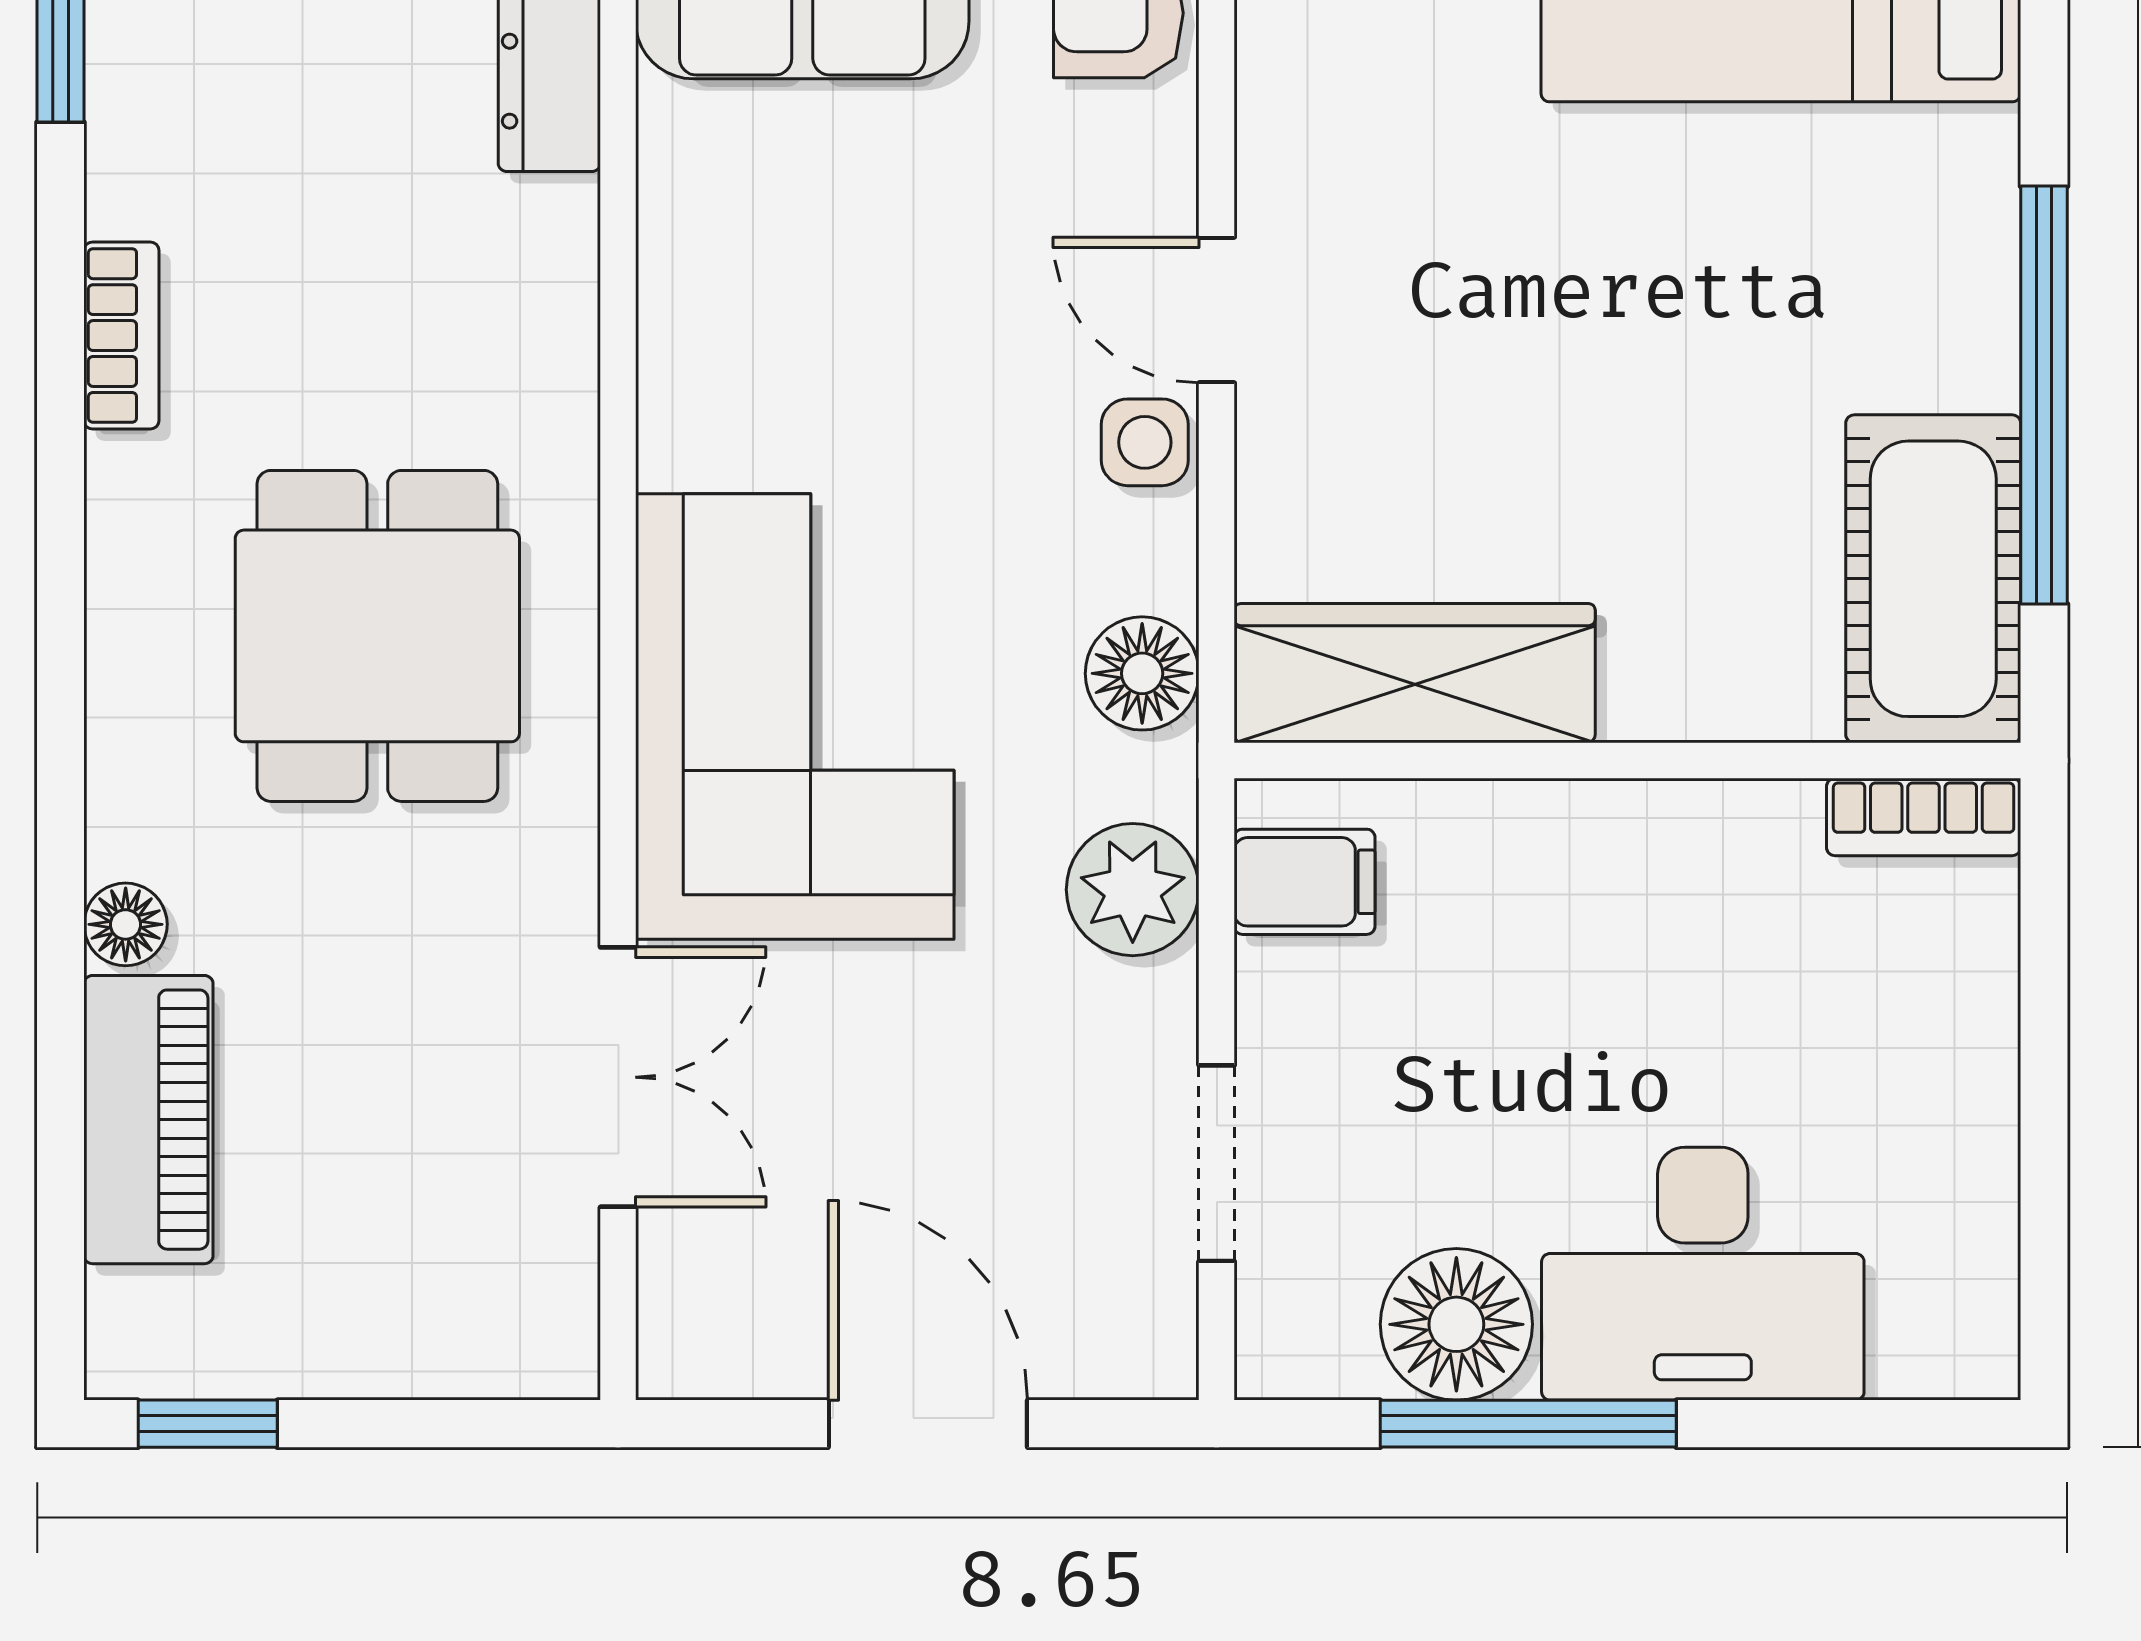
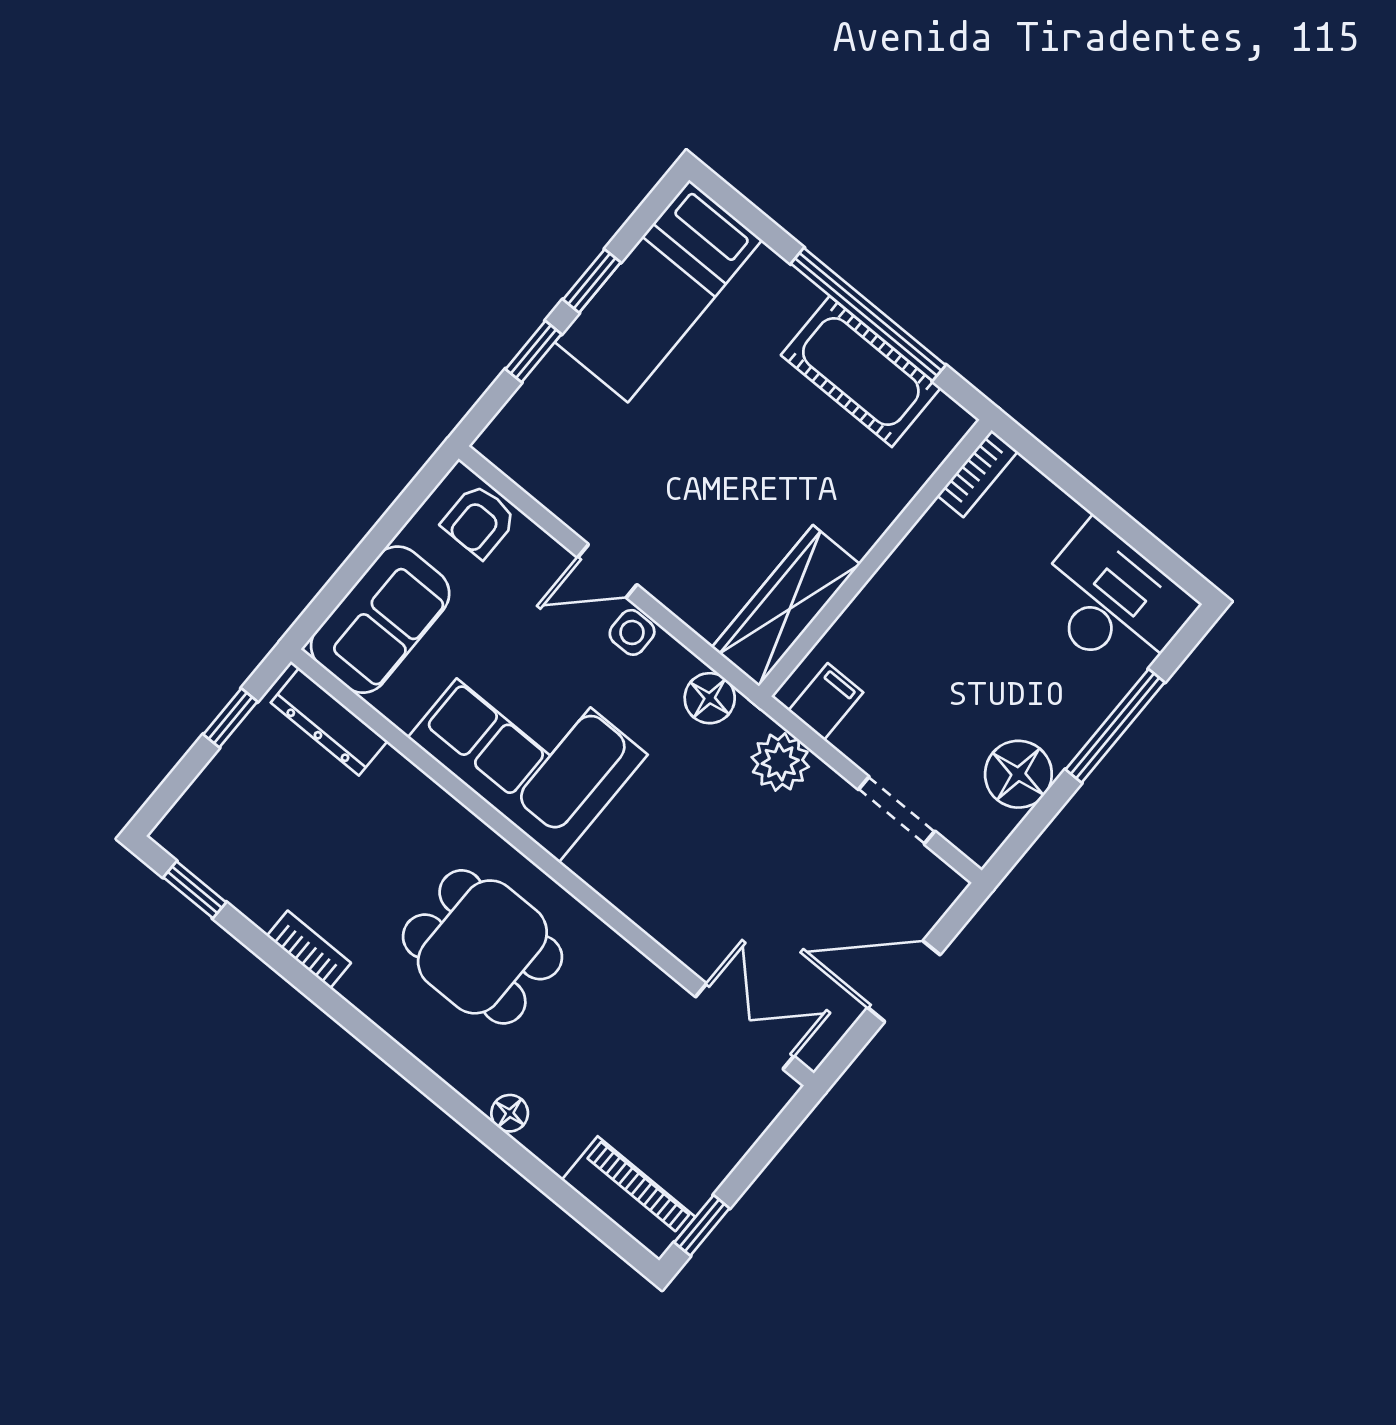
cot: (1933, 579) -> (861, 372), moved
corner sofa: (795, 717) -> (528, 746), moved
double door: (618, 1077) -> (745, 1026), moved
piano: (148, 1120) -> (628, 1198), moved
desk: (1703, 1274) -> (1112, 602), moved, turned -90
window: (1528, 1424) -> (1115, 726), moved

